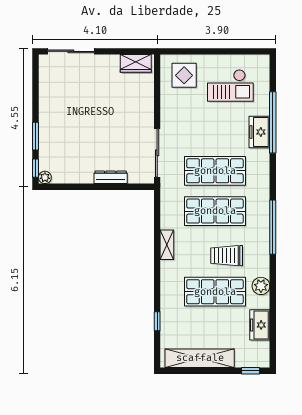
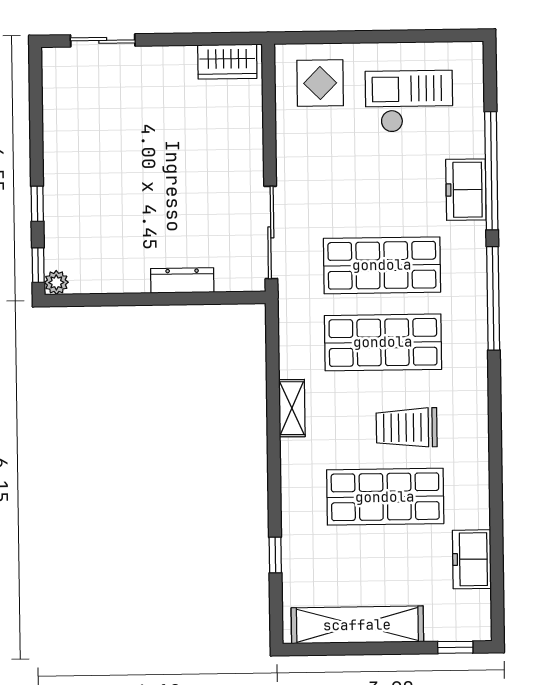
sliding door: (71, 51) -> (103, 40), width x0.73
checkout: (230, 85) -> (409, 101), turned 180
window: (36, 136) -> (37, 204), width x0.67
window: (273, 227) -> (493, 298), moved
plant: (261, 286) -> (473, 485), removed

